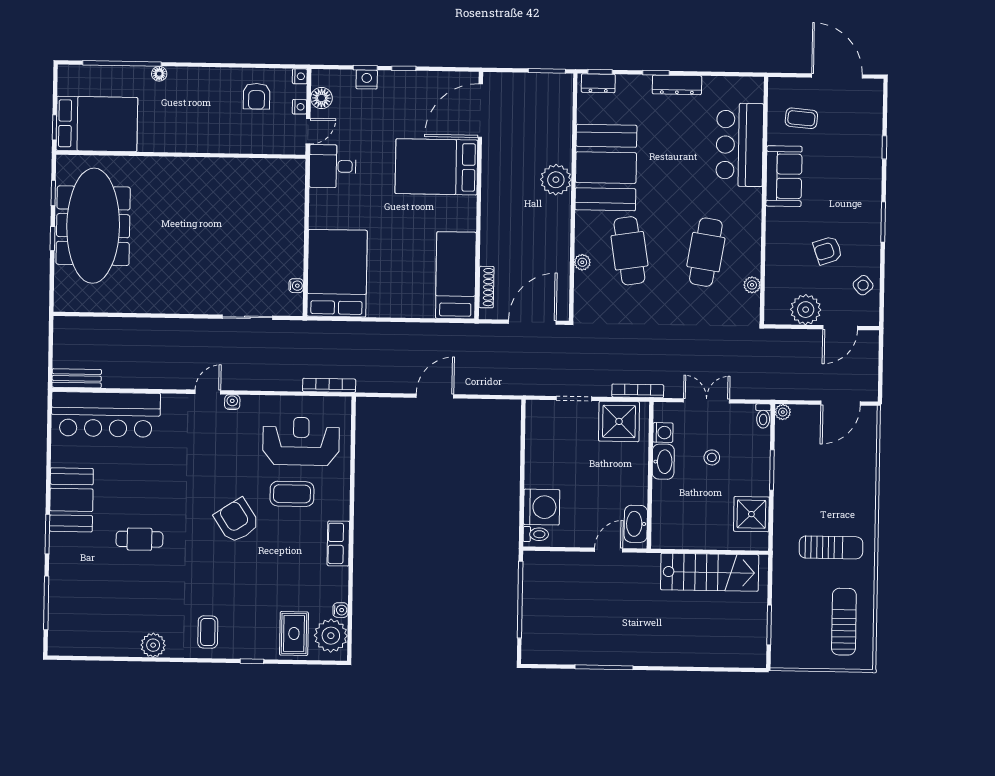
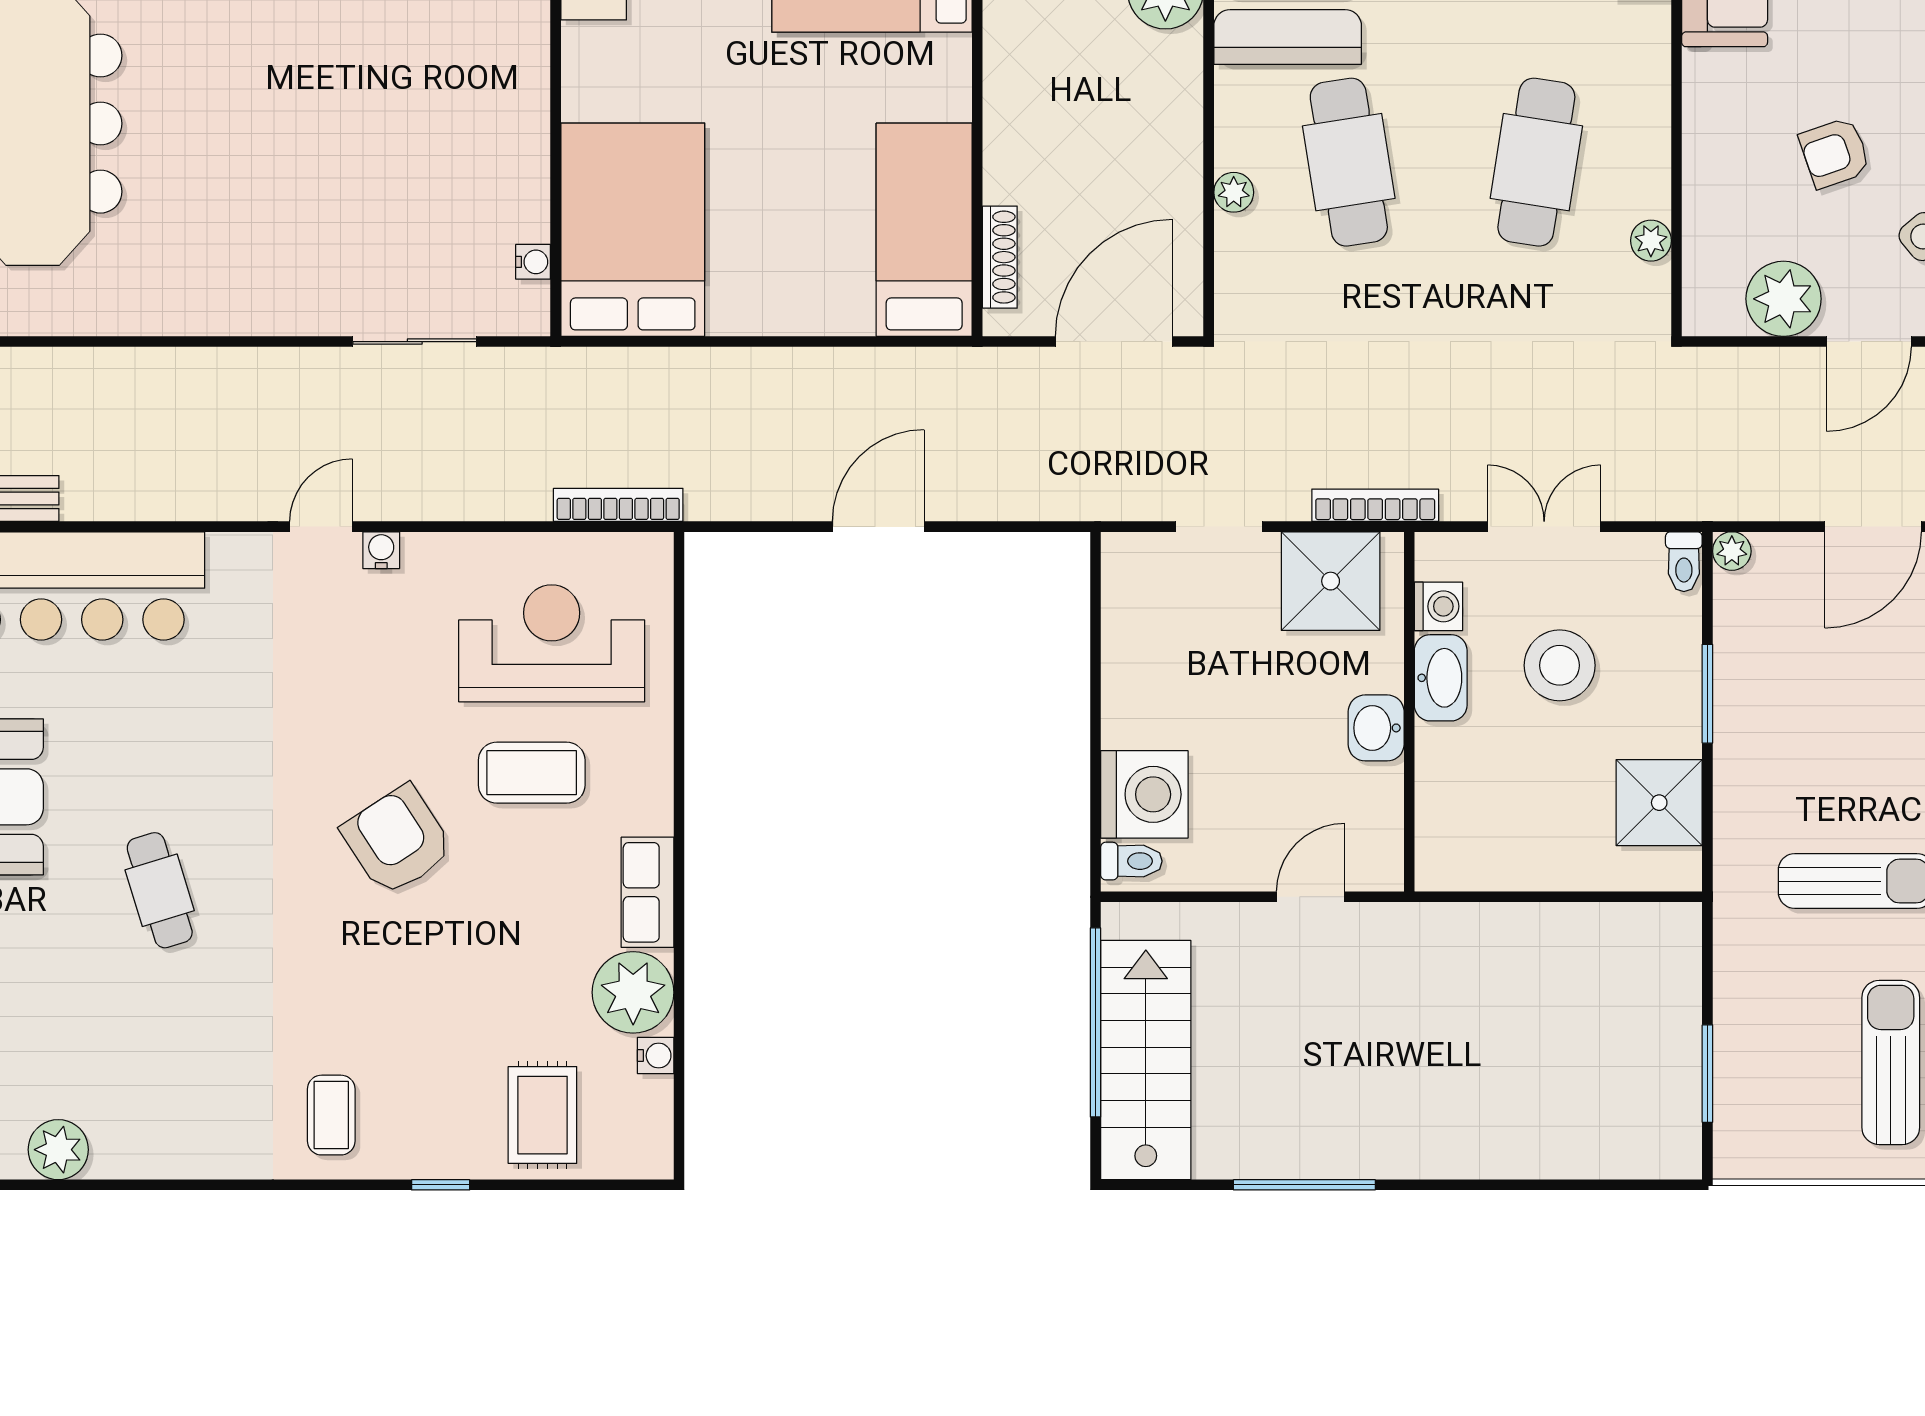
stool: (712, 457) -> (1560, 665), width x1.89, depth x1.89
washbasin: (636, 524) -> (1376, 728), moved, width x0.72
cafe table: (140, 539) -> (160, 890), turned 73
stairs: (710, 572) -> (1146, 1060), moved, turned -90
plant: (331, 636) -> (633, 992), moved
plant: (153, 645) -> (58, 1150), moved

